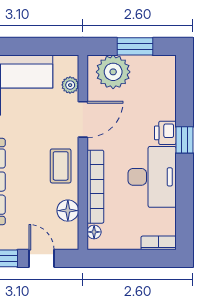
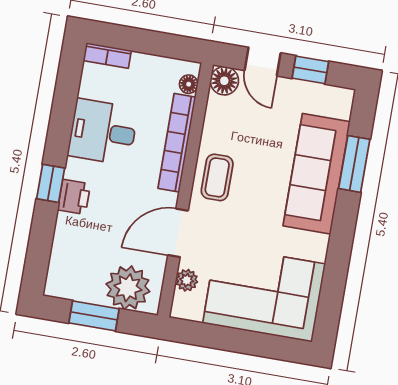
desk: (152, 177) -> (103, 132), width x0.73
floor lamp: (68, 211) -> (224, 81), moved

